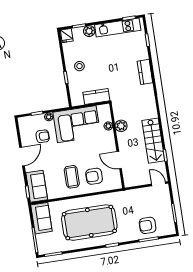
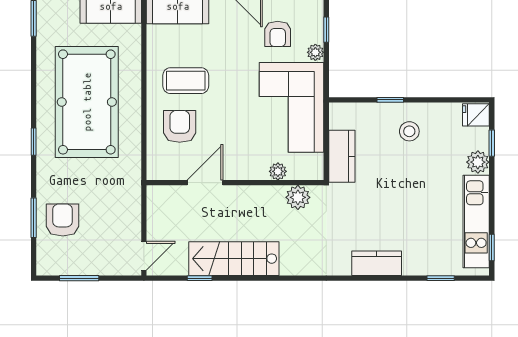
plant: (121, 126) -> (298, 197), moved

